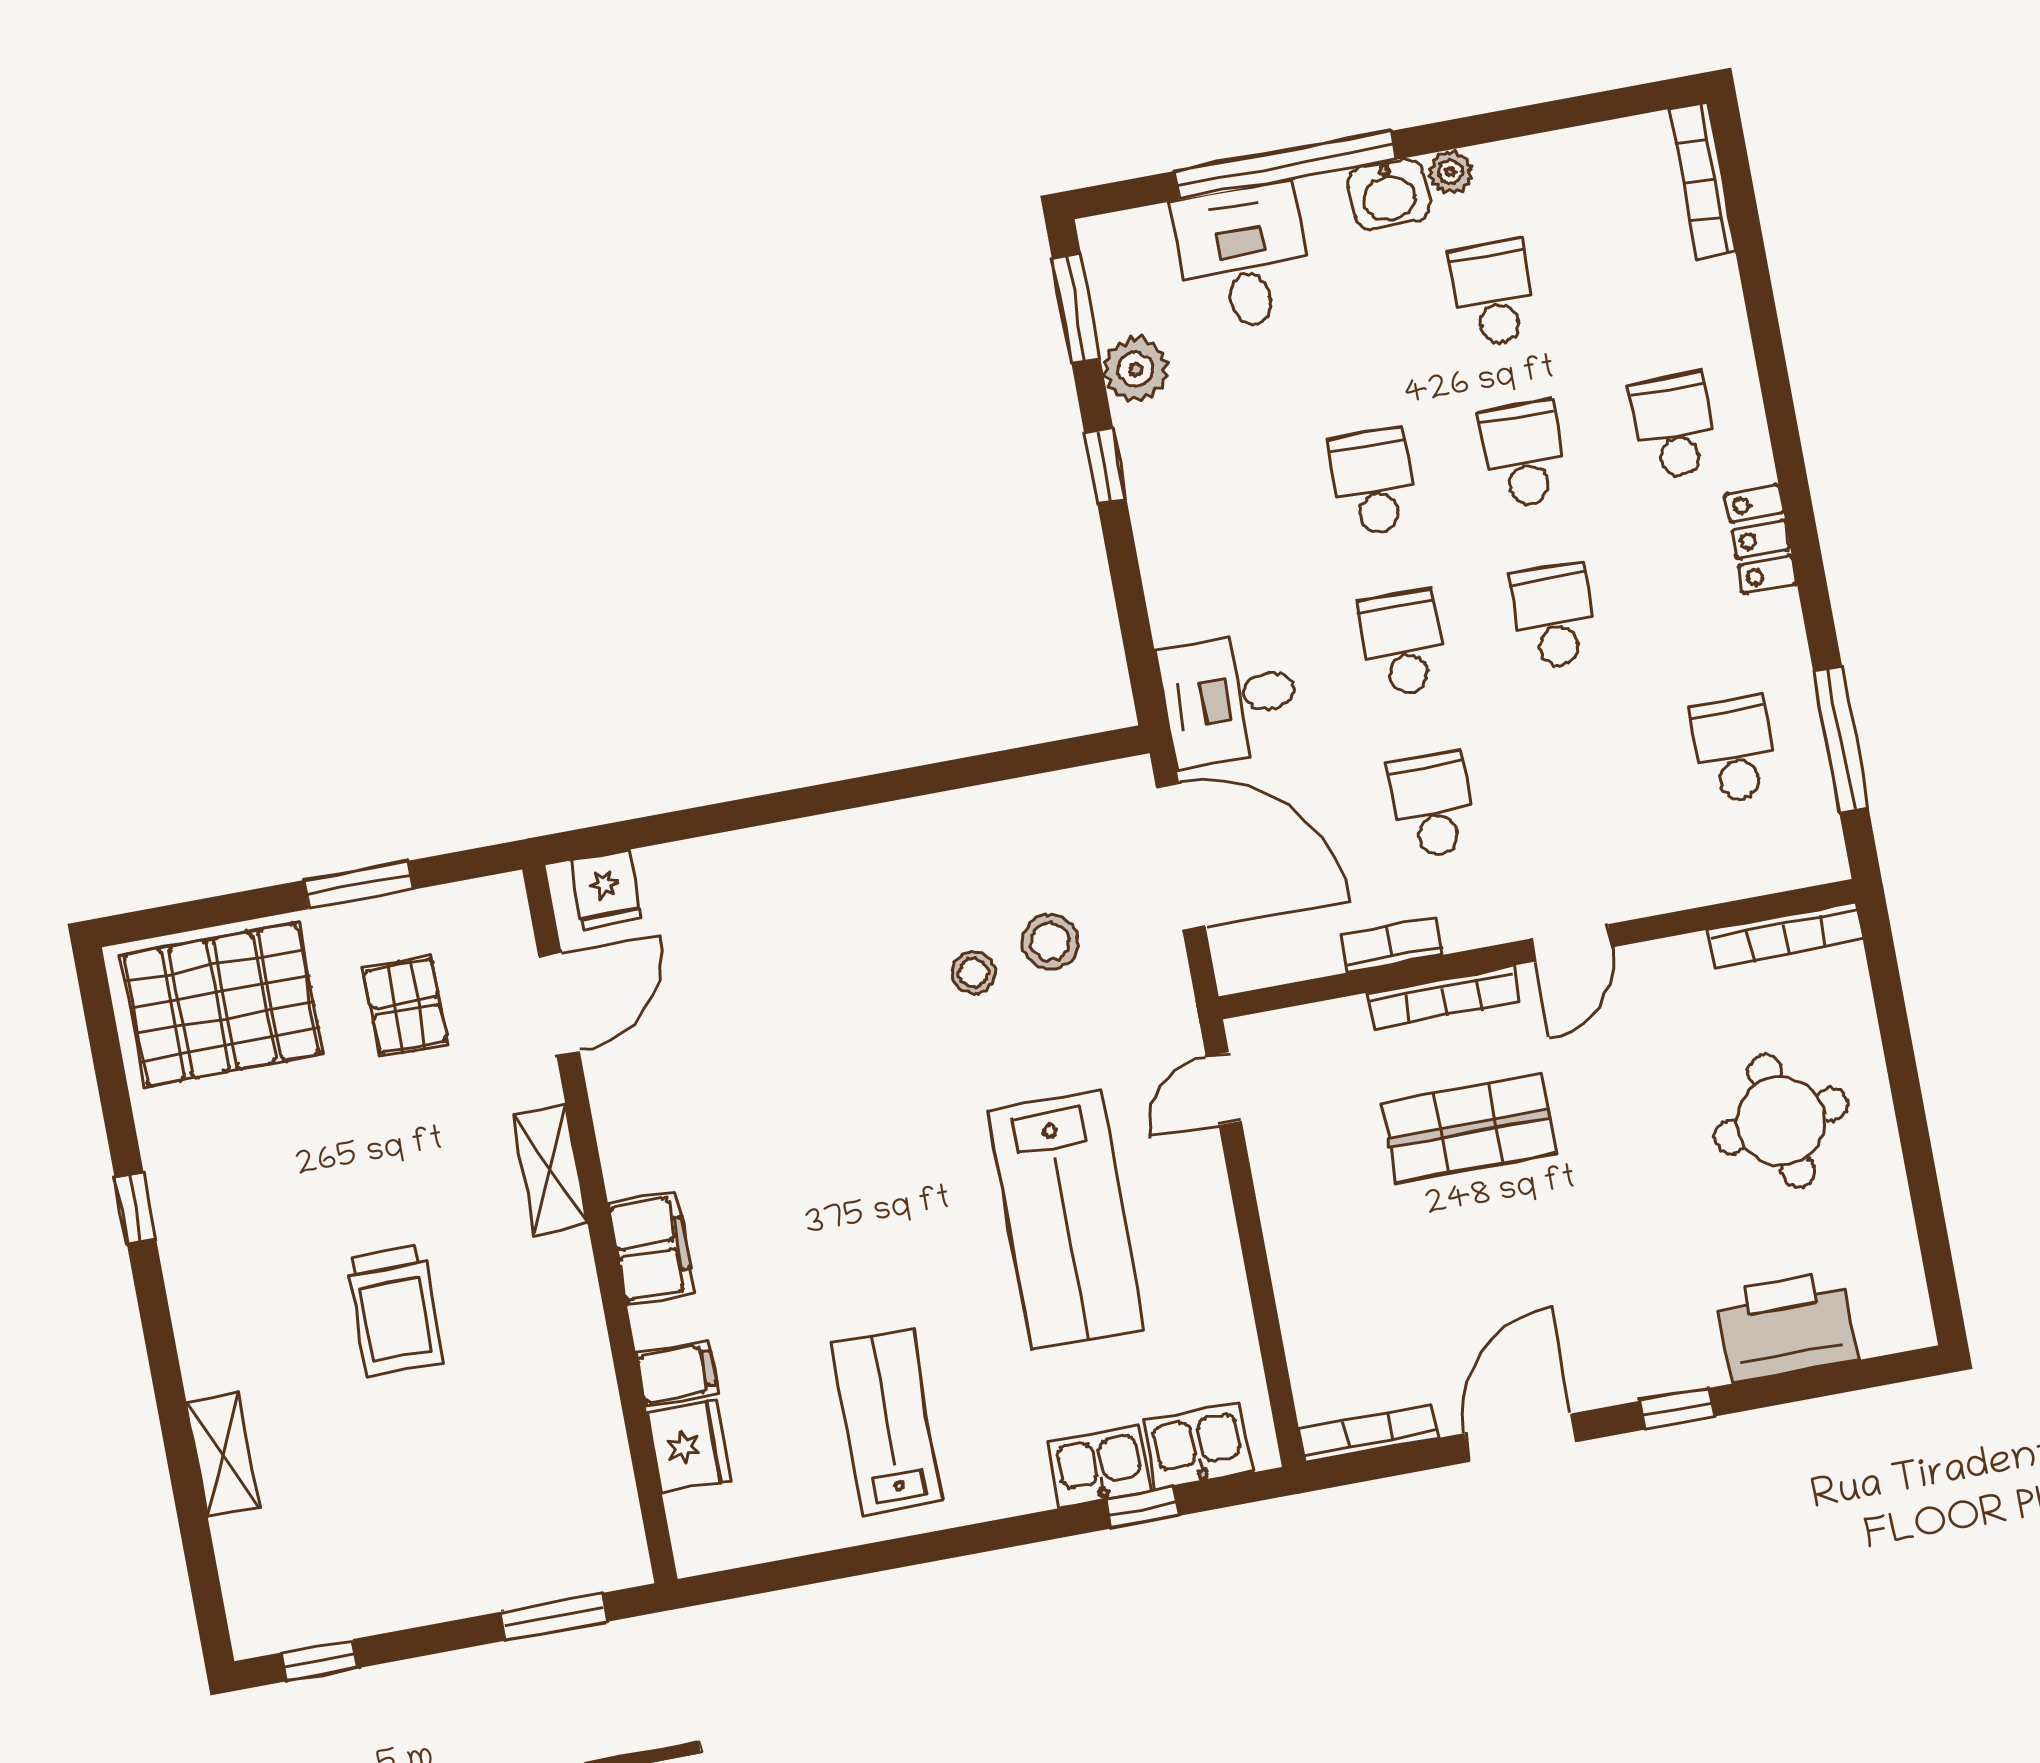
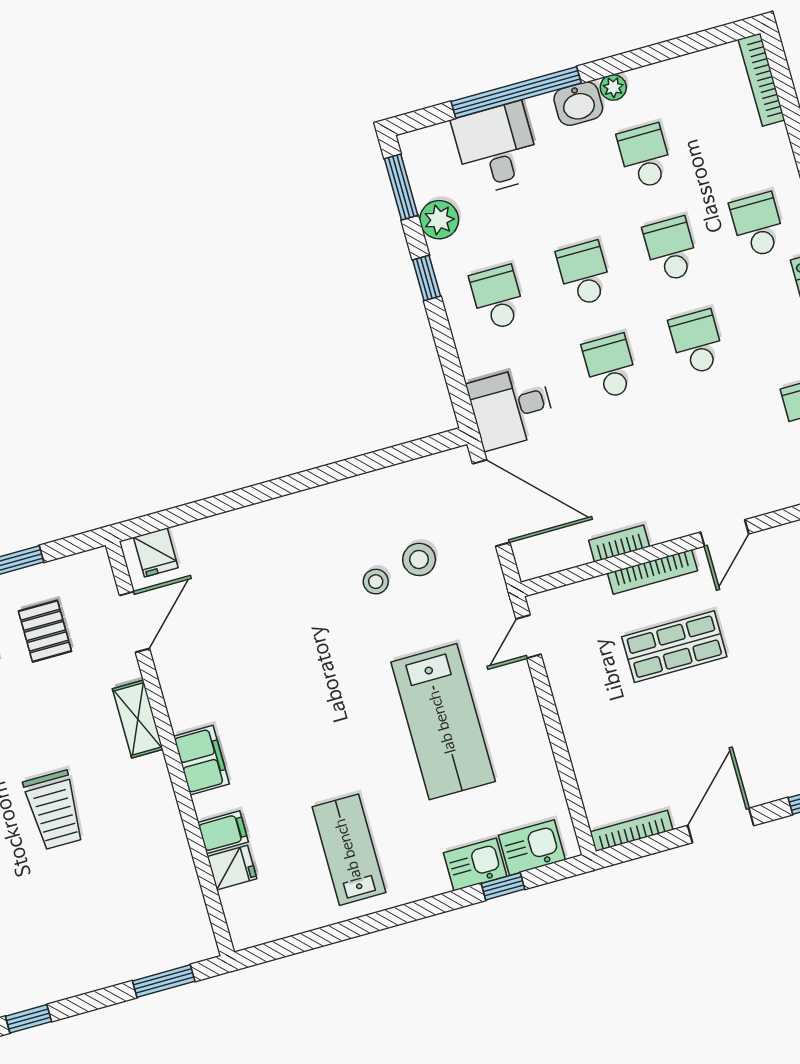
school desk: (1433, 805) -> (498, 298), moved
fridge: (689, 1446) -> (232, 868), width x0.72

